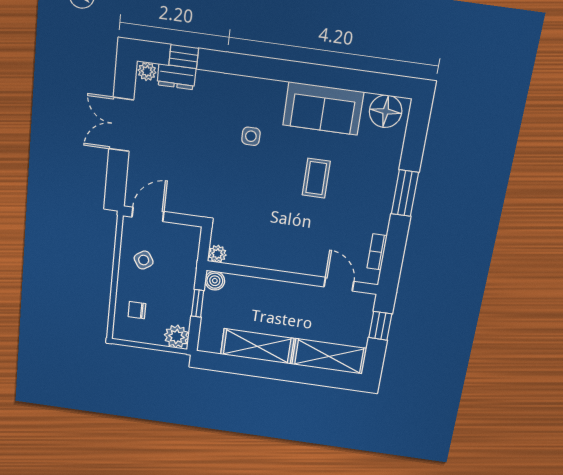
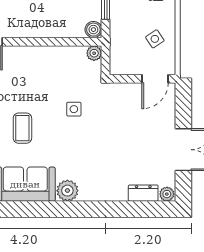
window: (184, 57) -> (139, 209), removed
plant: (271, 93) -> (67, 191), added
side table: (251, 136) -> (74, 109), moved

